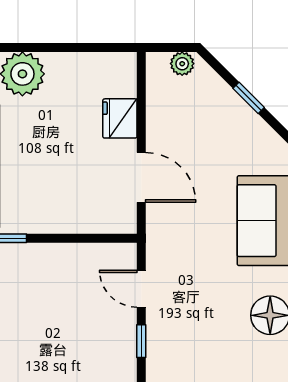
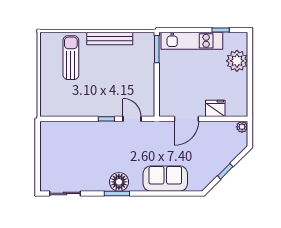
plant: (182, 64) -> (242, 127), moved
door: (141, 289) -> (132, 119), hinge flipped

